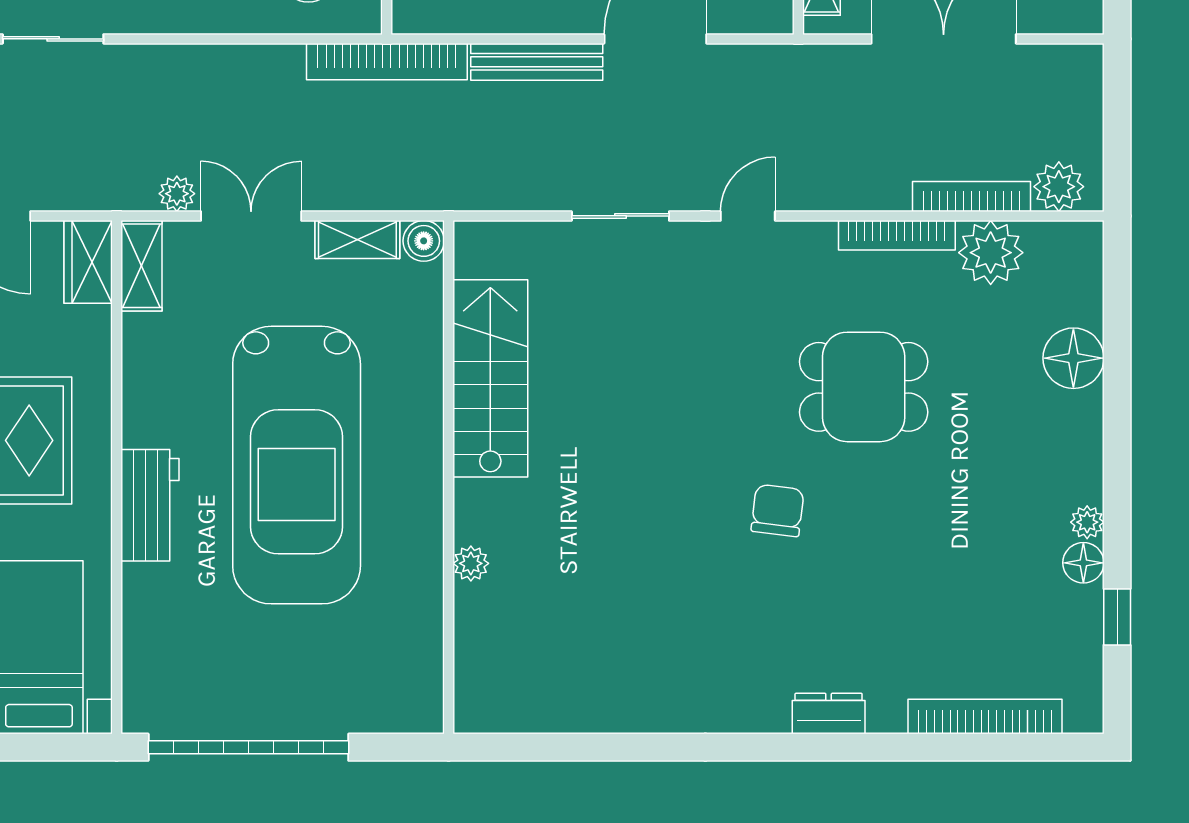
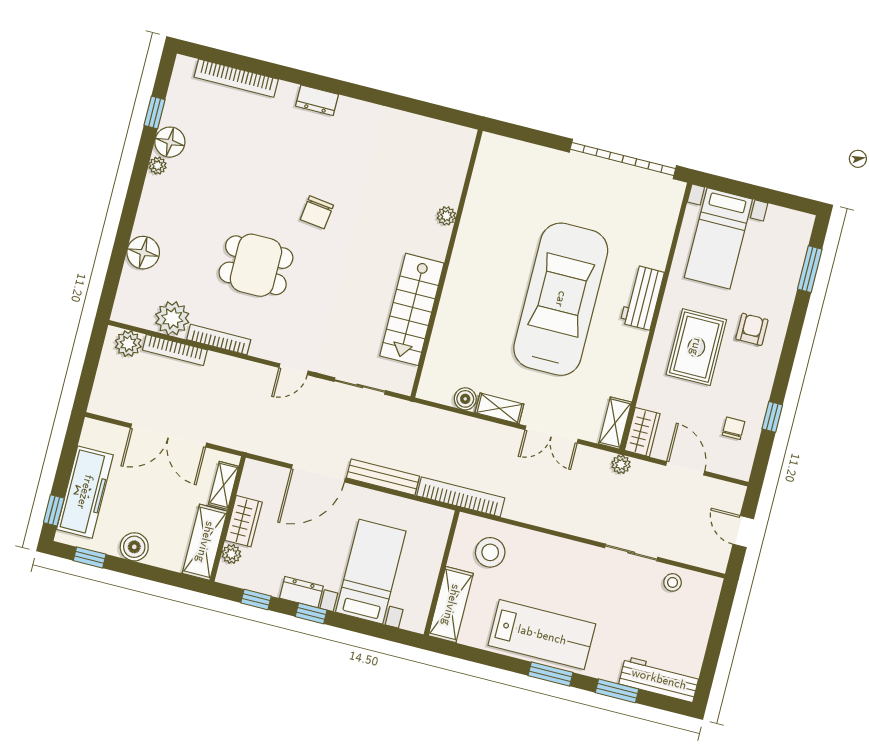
plant: (177, 194) -> (621, 464), moved
stairs: (490, 378) -> (412, 309), moved
wall: (449, 477) -> (447, 264), moved
plant: (471, 563) -> (446, 216), moved
floor lamp: (1083, 563) -> (170, 142), width x1.38, depth x1.38

